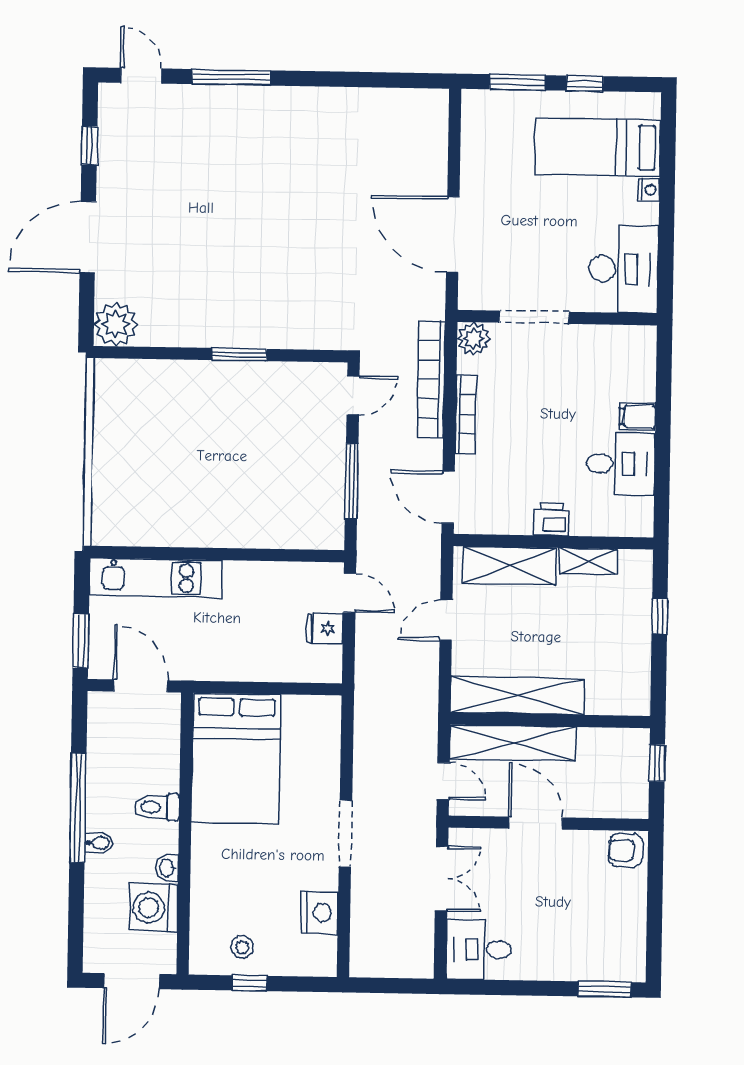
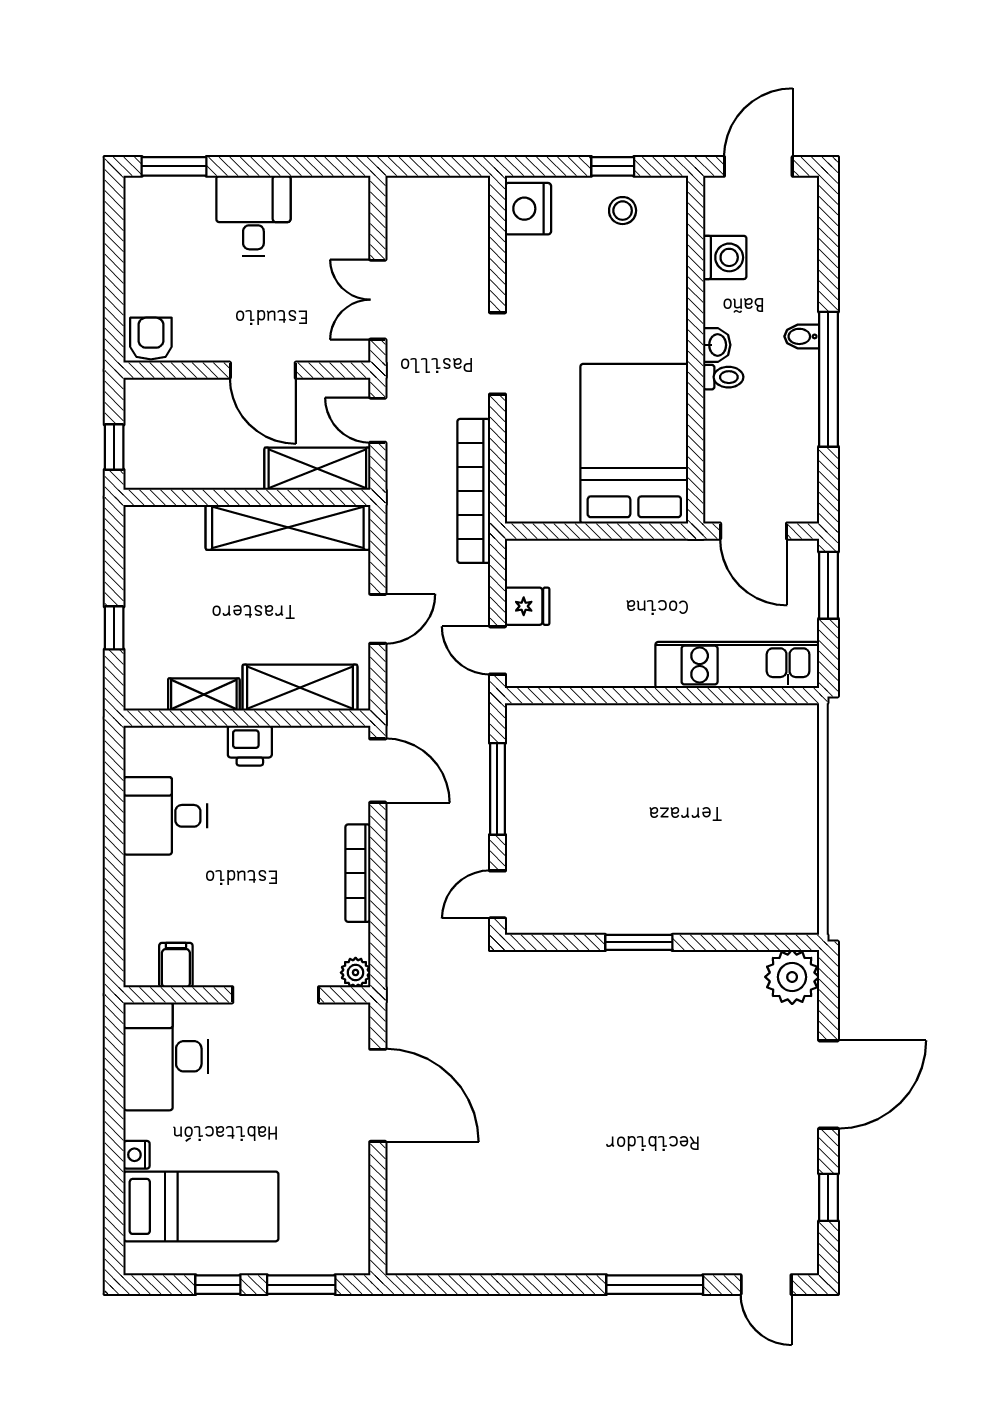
plant: (473, 339) -> (356, 973), width x0.73, depth x0.73
bookcase: (431, 379) -> (474, 491), moved, turned 180
filing cabinet: (638, 417) -> (176, 965), moved, turned -90
shelving: (513, 743) -> (317, 469), width x0.68
toilet: (157, 807) -> (723, 377), width x0.73, depth x0.72
armchair: (626, 850) -> (151, 339), turned -90
washbasin: (167, 868) -> (717, 345), moved
washing machine: (153, 908) -> (725, 257), width x0.73, depth x0.73
nightstand: (319, 913) -> (528, 209), moved
desk: (479, 950) -> (253, 216), moved, turned -90

